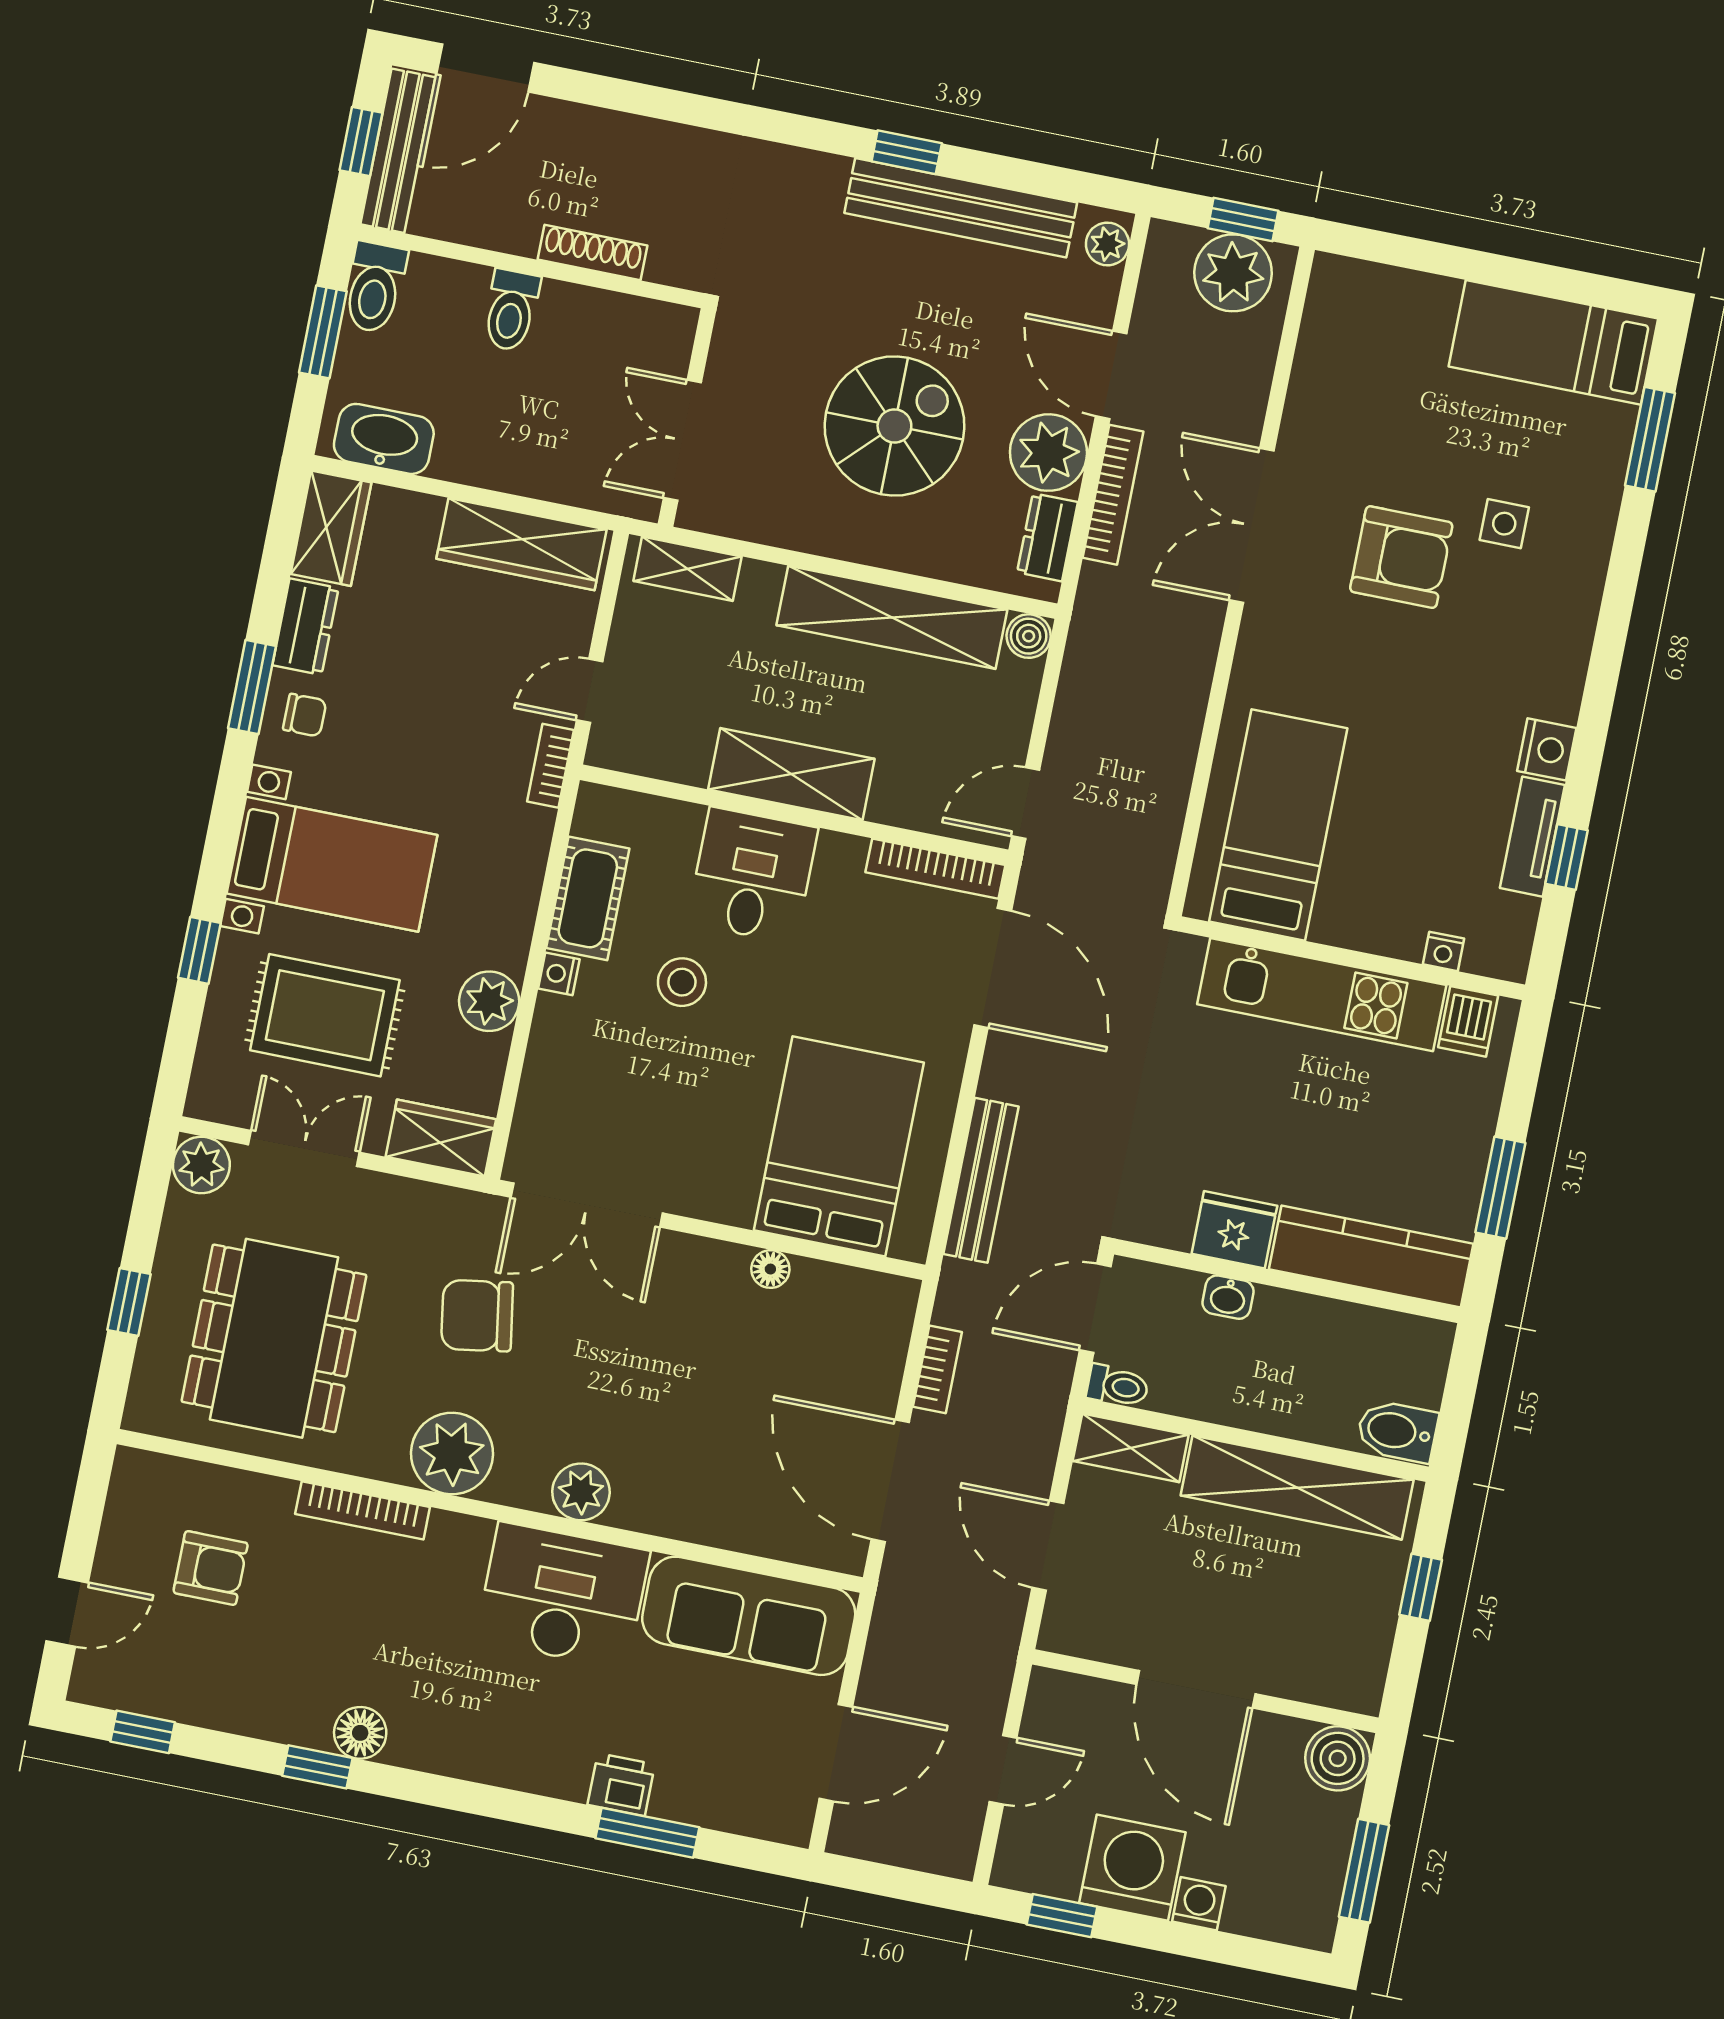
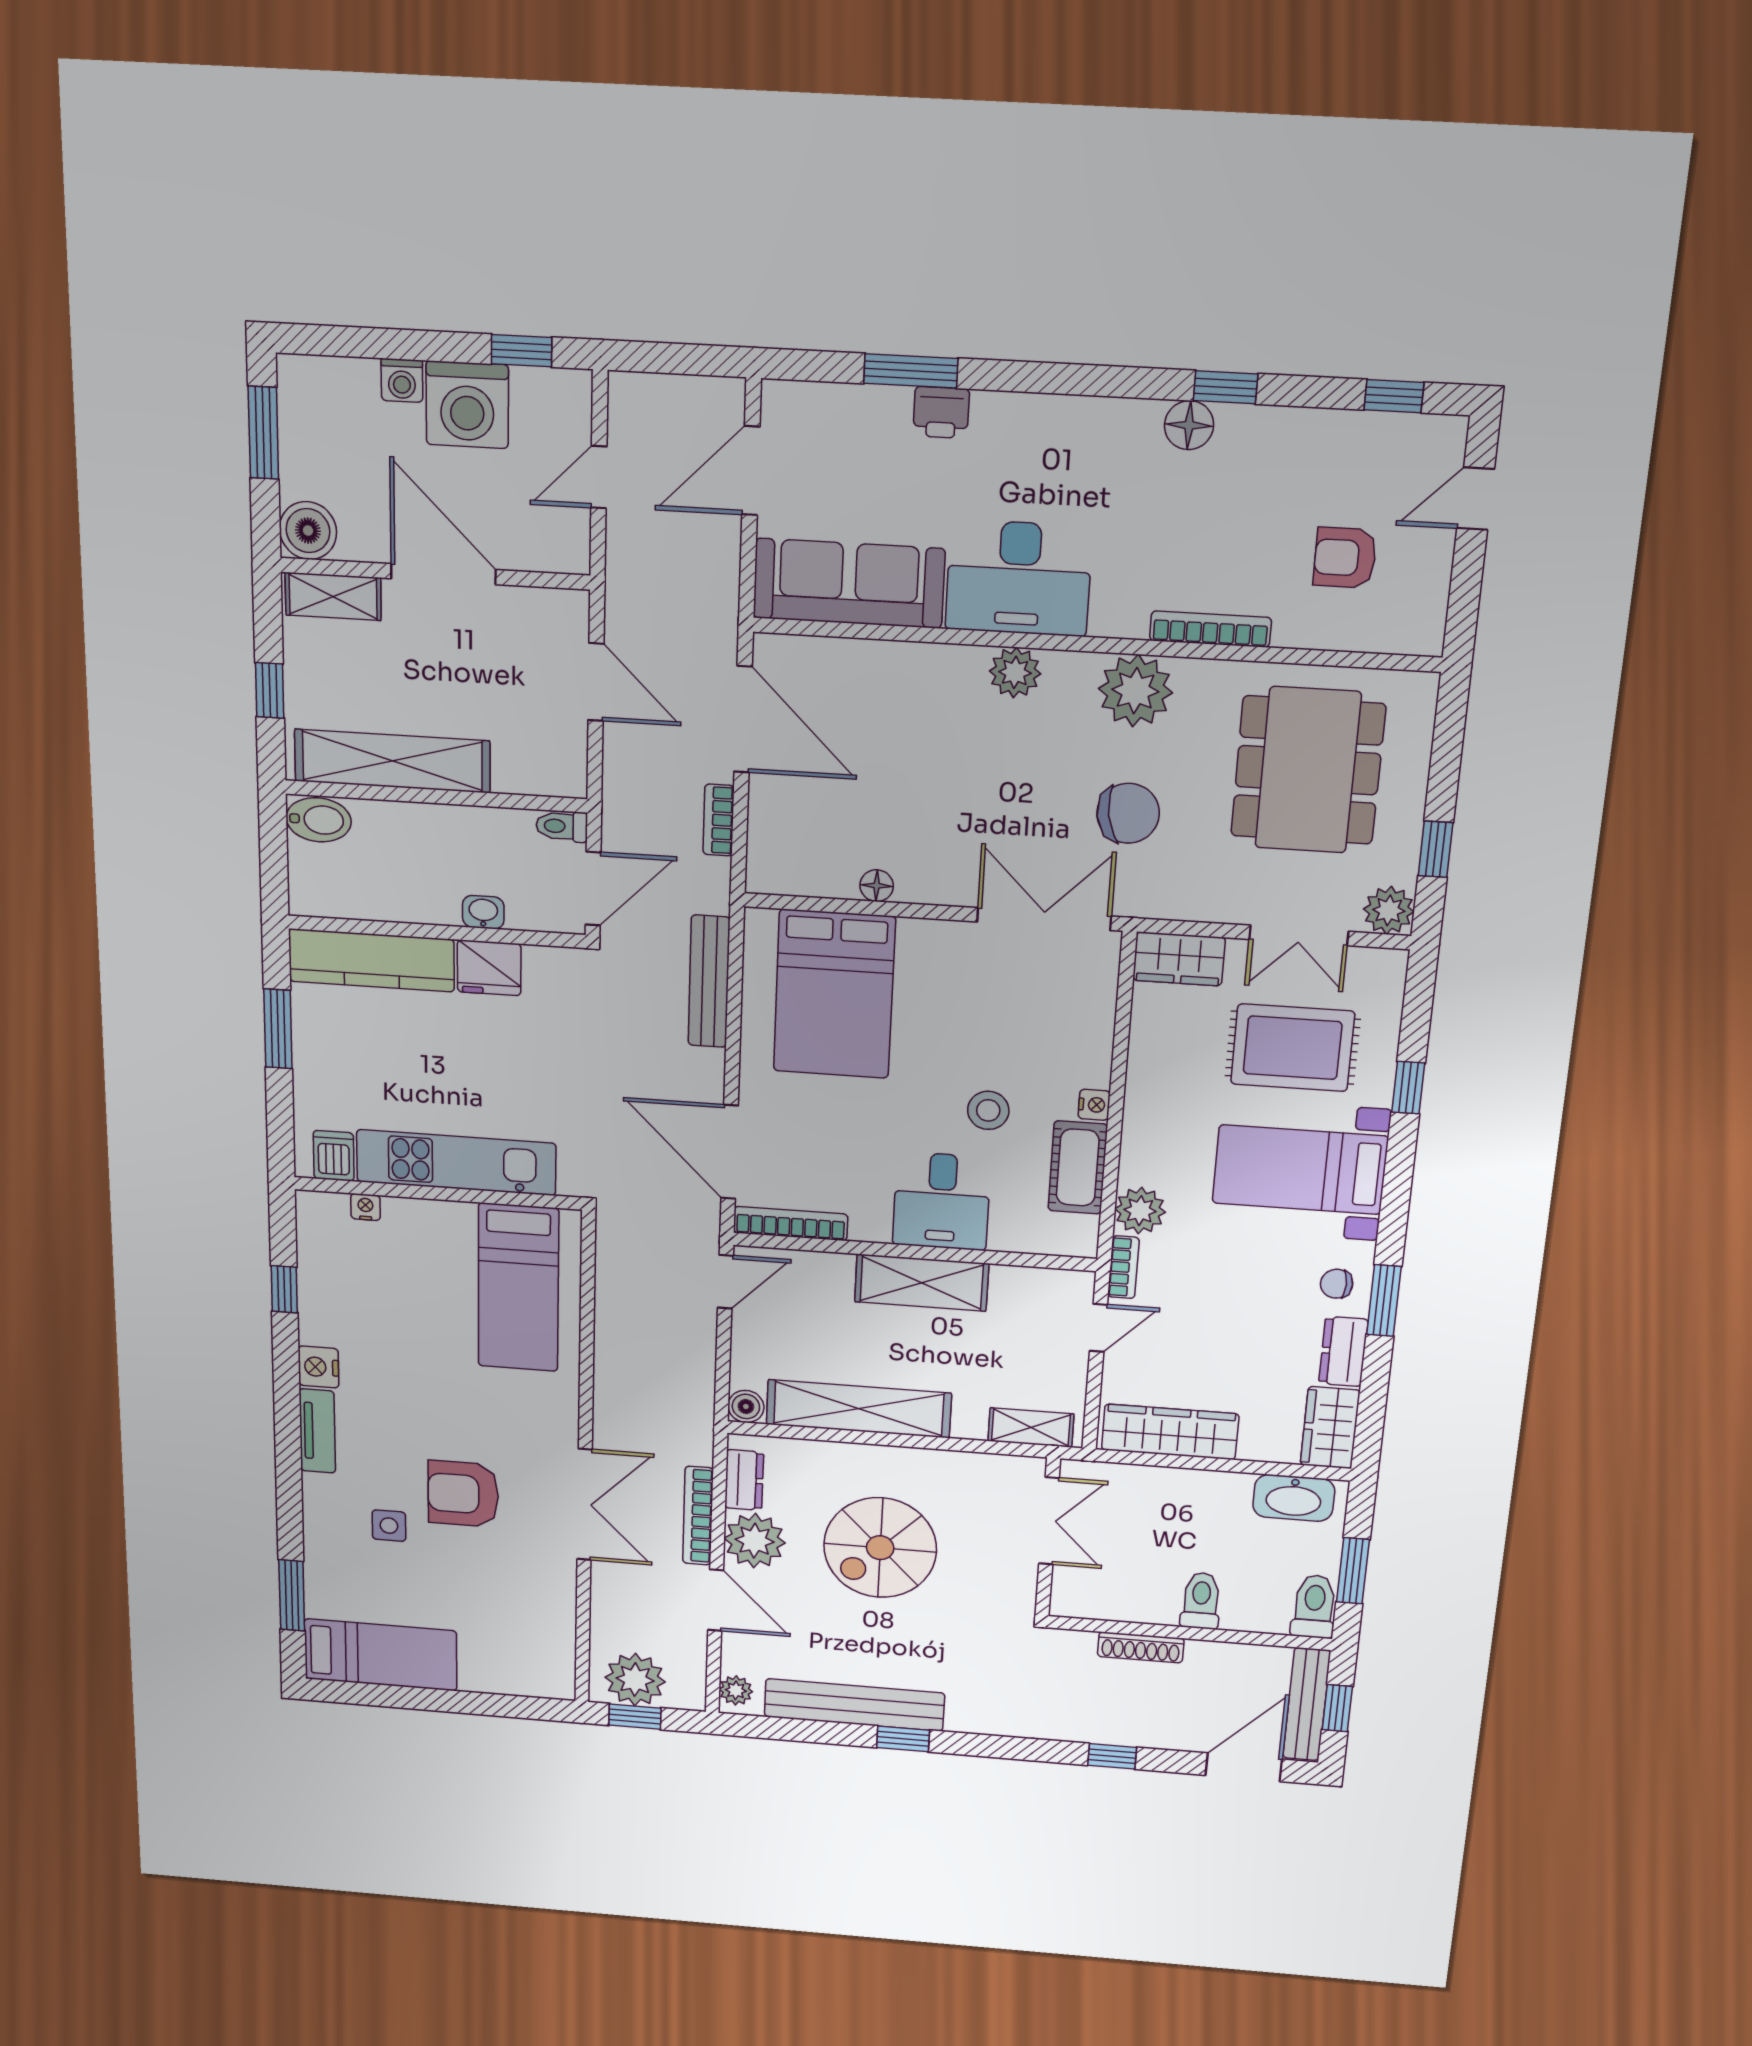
window: (647, 100) -> (1112, 1756), added
tv unit: (1532, 837) -> (317, 1431), moved
plant: (489, 1001) -> (1140, 1211), moved
window: (129, 1302) -> (1436, 849), moved
shelving: (1131, 1448) -> (333, 596), moved

